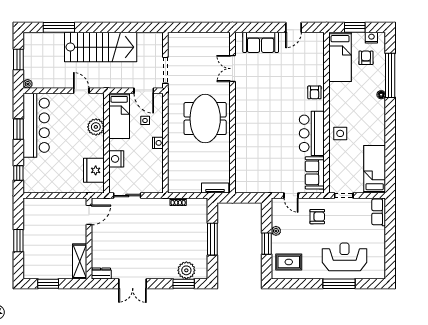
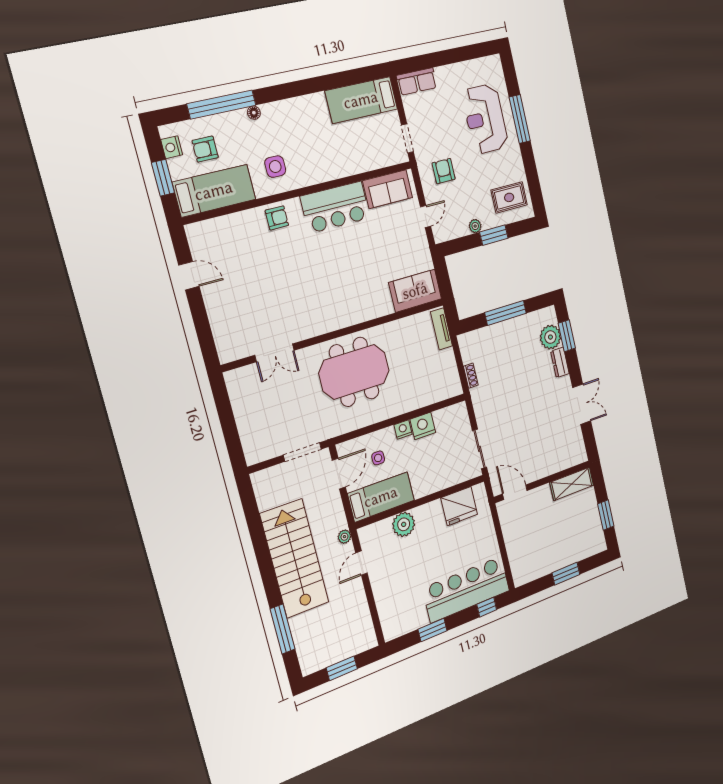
sofa: (261, 42) -> (415, 291), moved, turned -90
plant: (28, 84) -> (344, 537), moved
bar counter: (36, 125) -> (466, 589), moved
side table: (340, 133) -> (275, 167), moved
nightstand: (116, 159) -> (423, 426), moved, turned 180
rug: (289, 262) -> (509, 197), turned 90
dresser: (101, 273) -> (560, 362), moved

